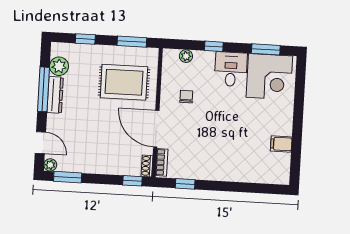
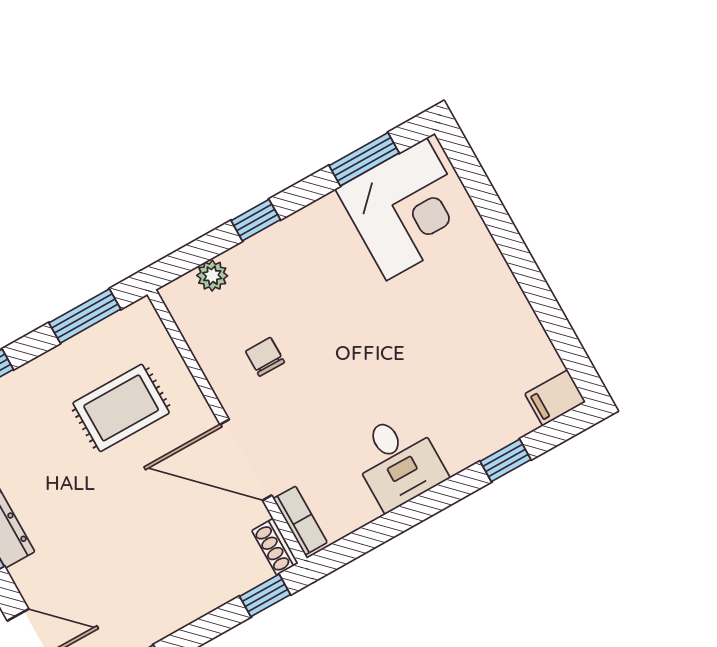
desk: (231, 69) -> (398, 461), moved, turned 180
rug: (124, 82) -> (121, 408), width x0.73, depth x0.70
filing cabinet: (281, 144) -> (555, 398), moved
window: (185, 184) -> (505, 460), moved

